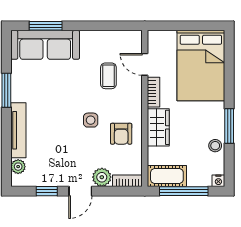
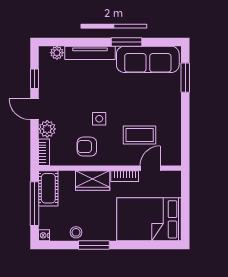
sofa: (45, 45) -> (148, 59), moved, turned -90
coffee table: (108, 76) -> (140, 135), width x1.36, depth x1.30

